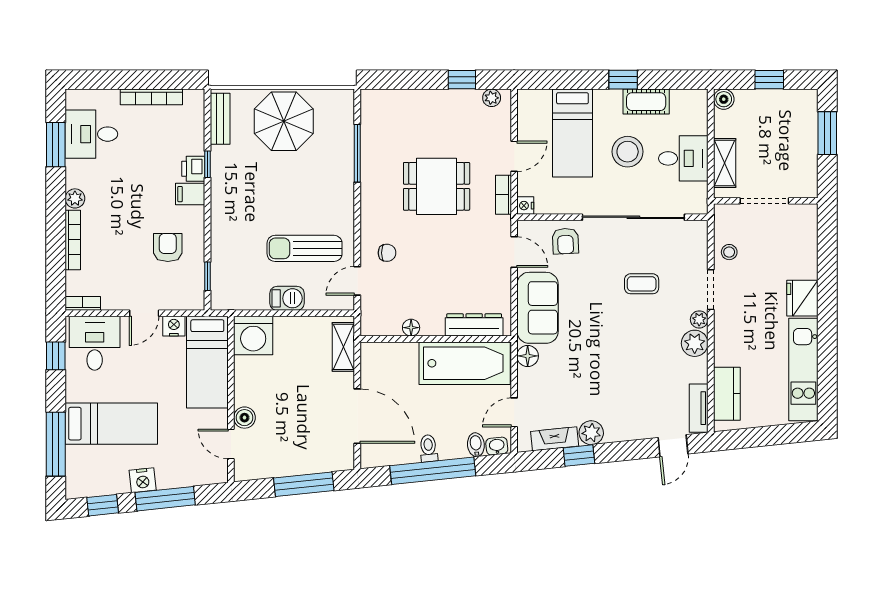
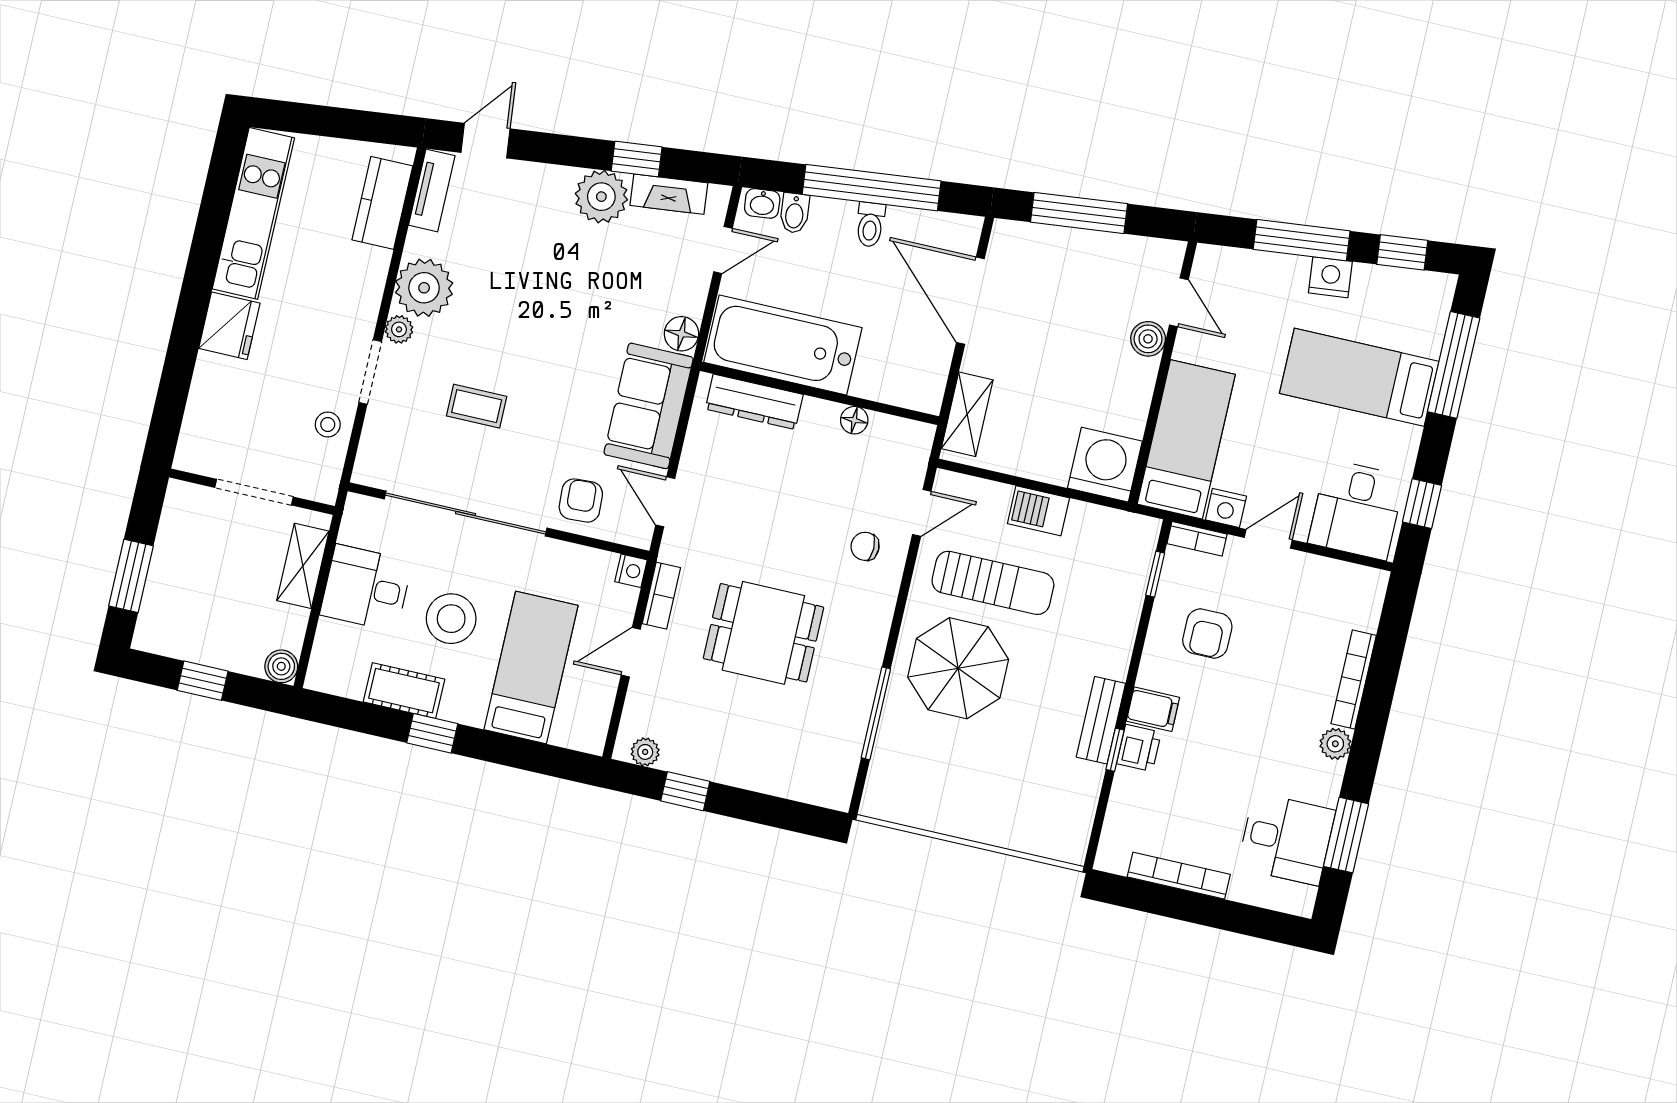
bench: (220, 119) -> (1101, 720), moved
parasol: (284, 121) -> (958, 668), moved
bookcase: (83, 303) -> (1197, 539), moved
plant: (695, 343) -> (424, 288), width x1.36, depth x1.36
plant: (591, 433) -> (601, 197), width x1.36, depth x1.36

